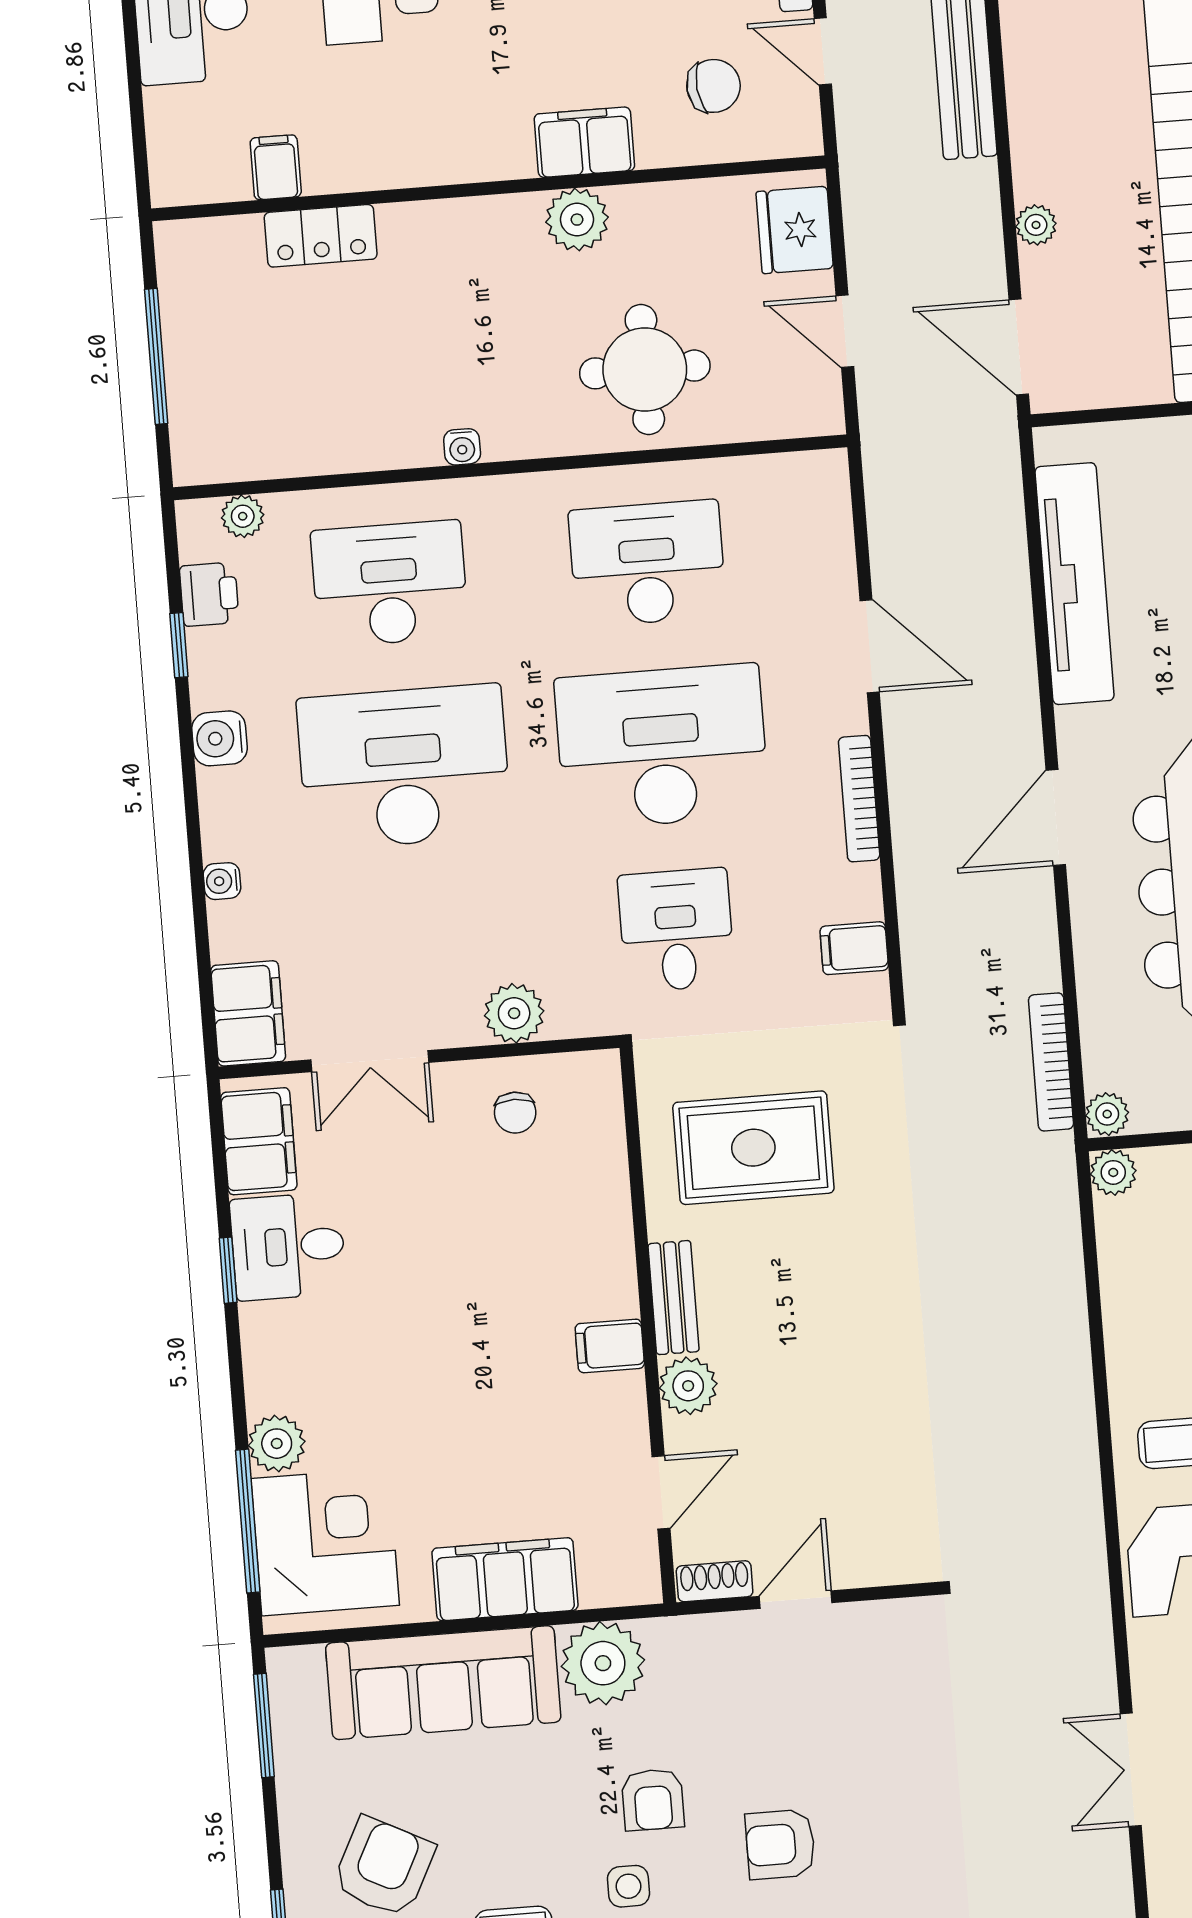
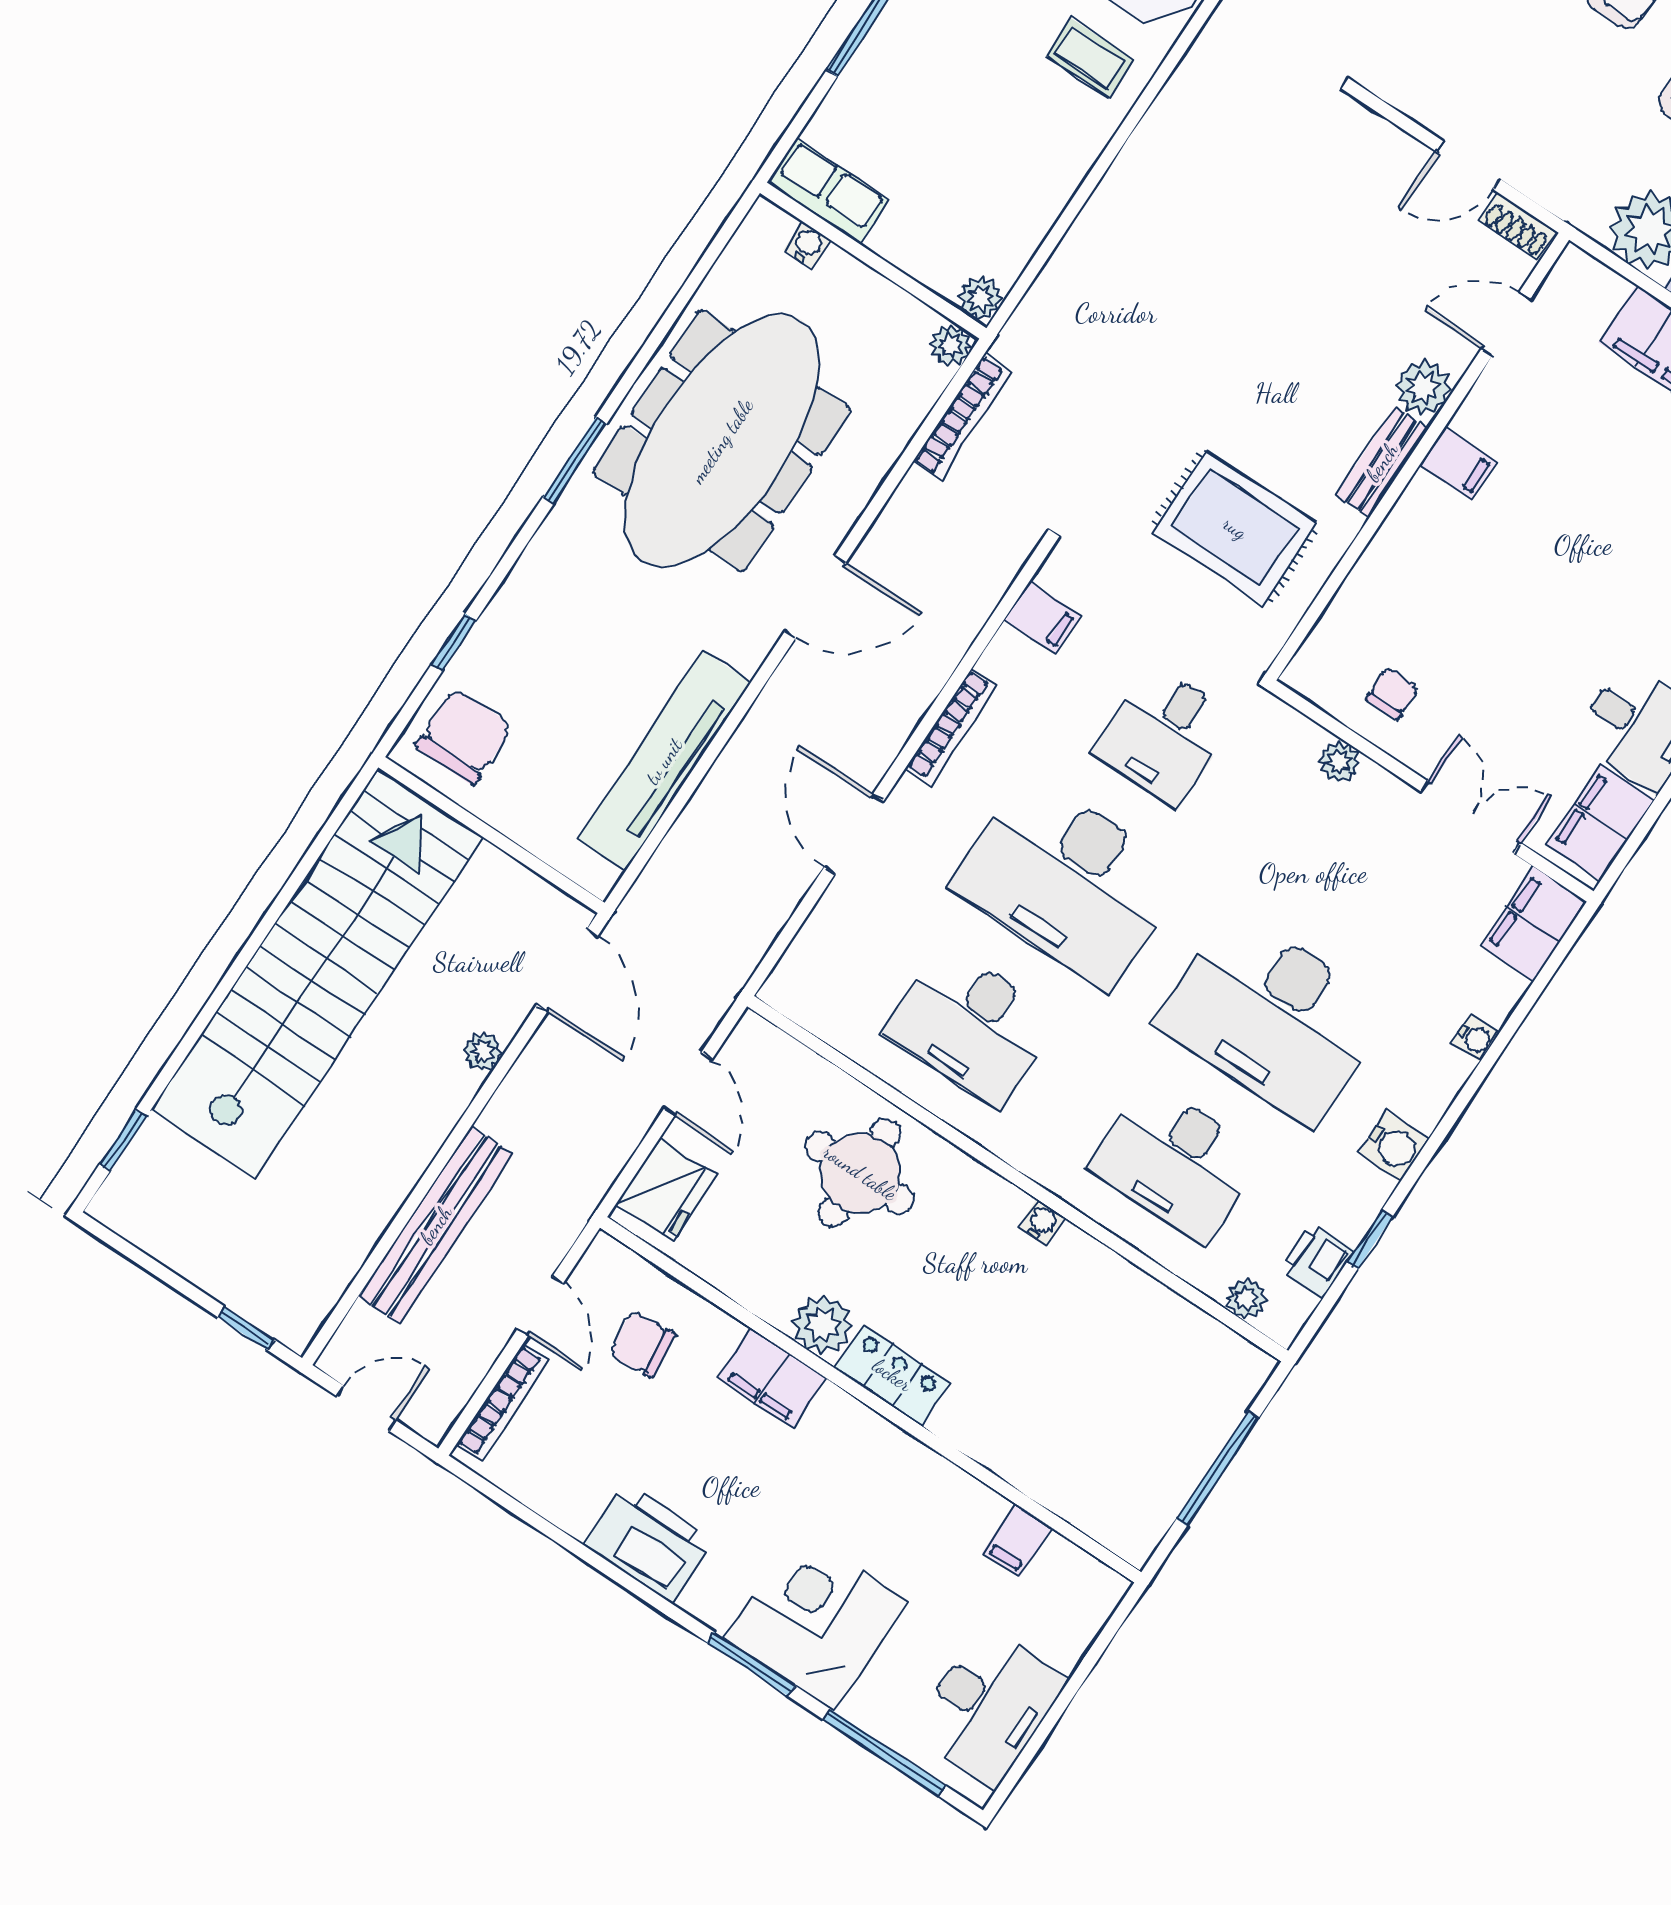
locker: (321, 236) -> (892, 1375), moved
plant: (514, 1013) -> (1339, 762), width x0.73, depth x0.73

